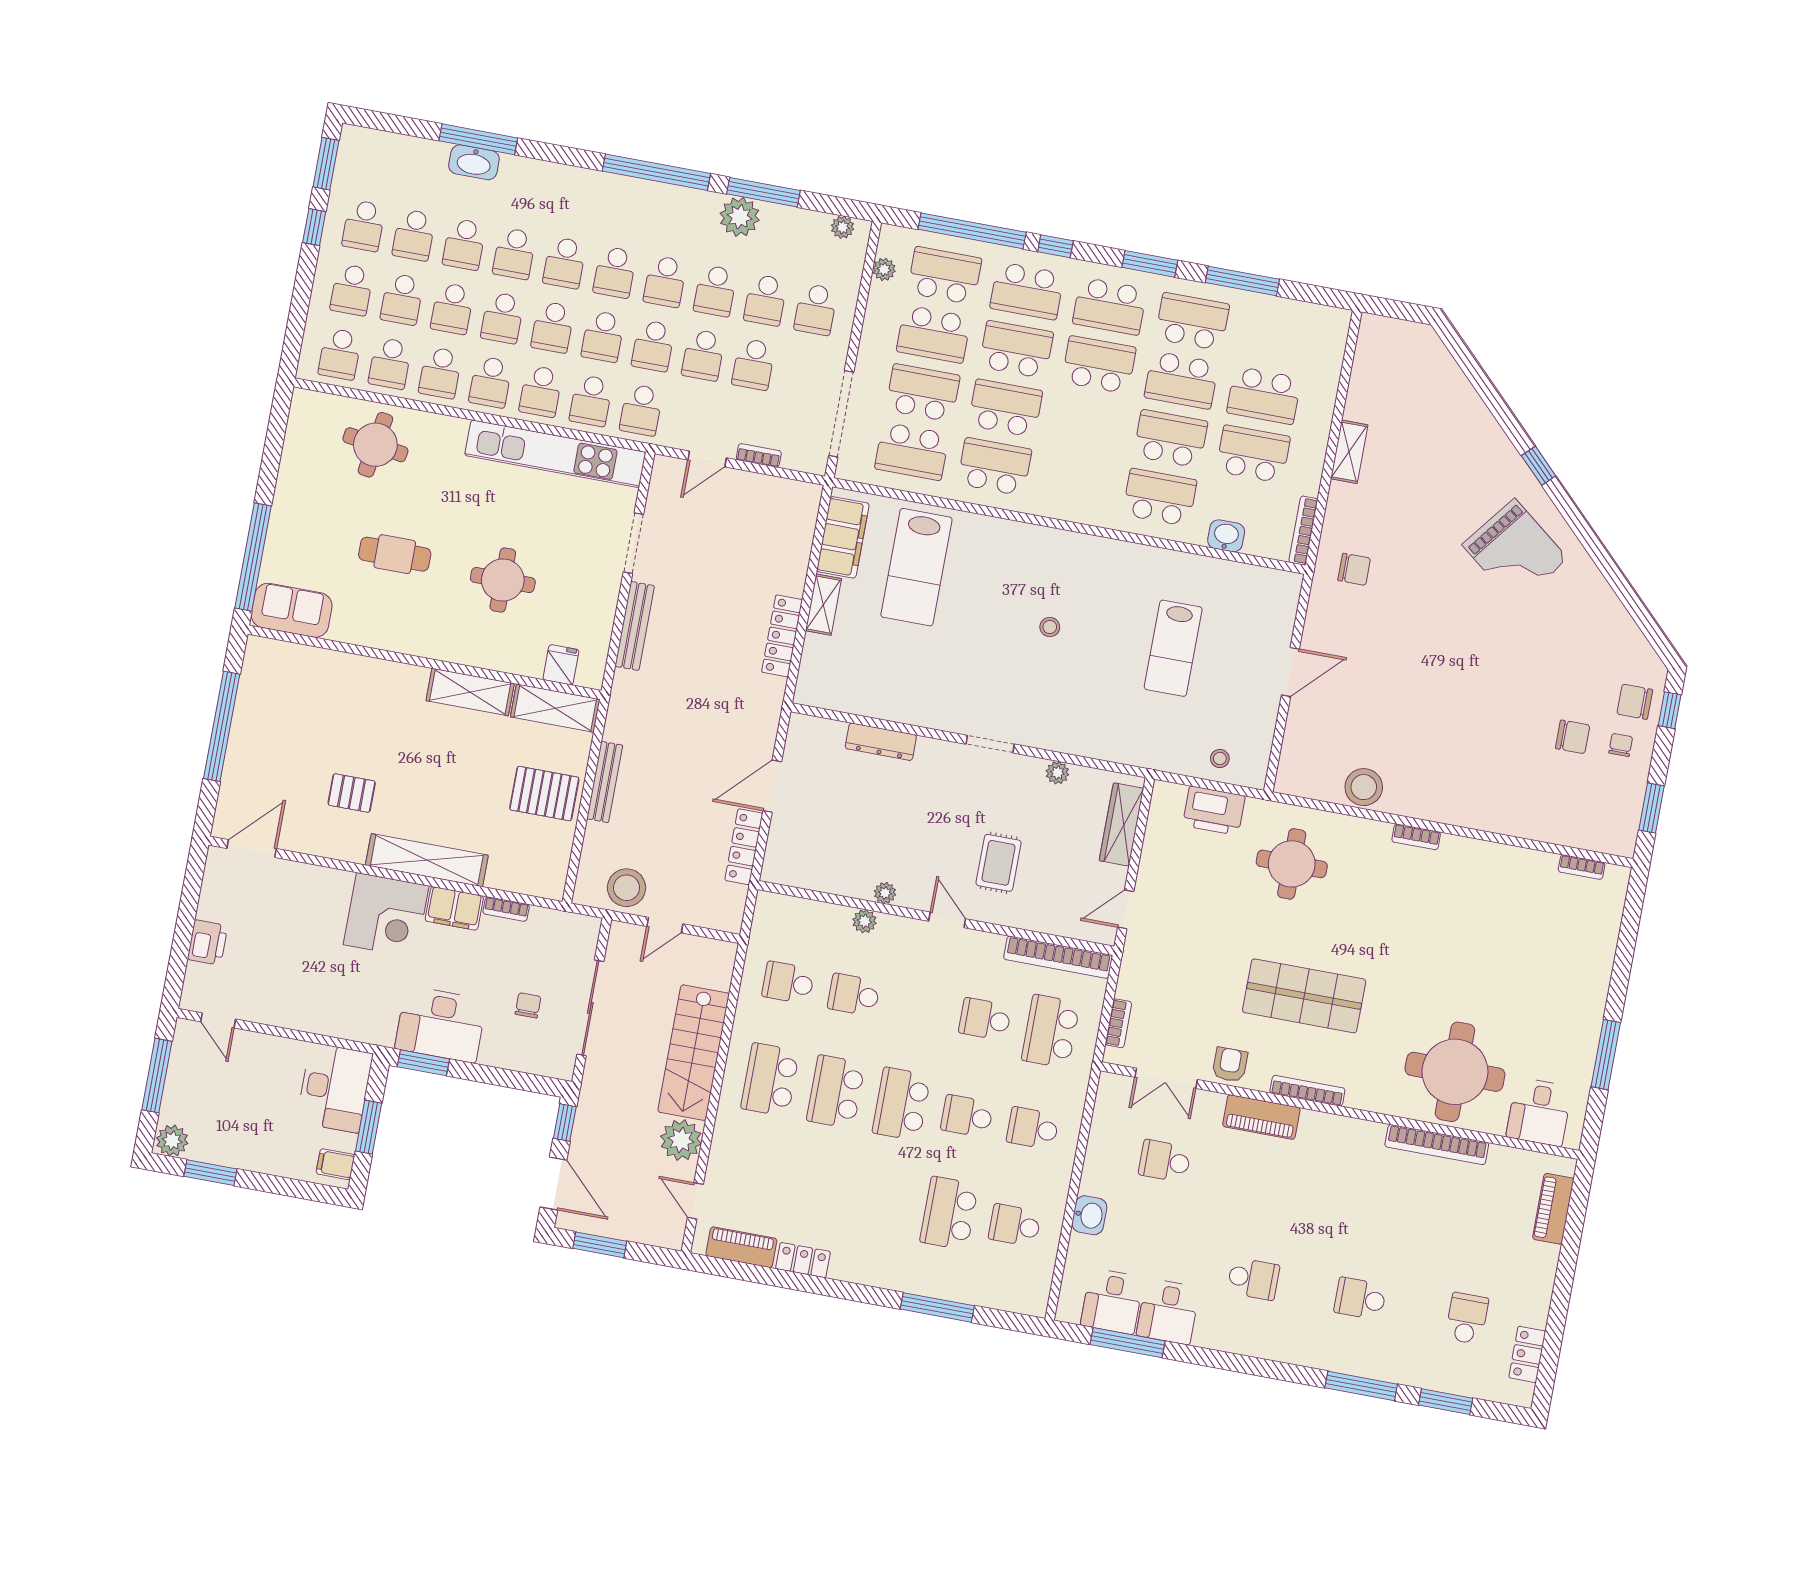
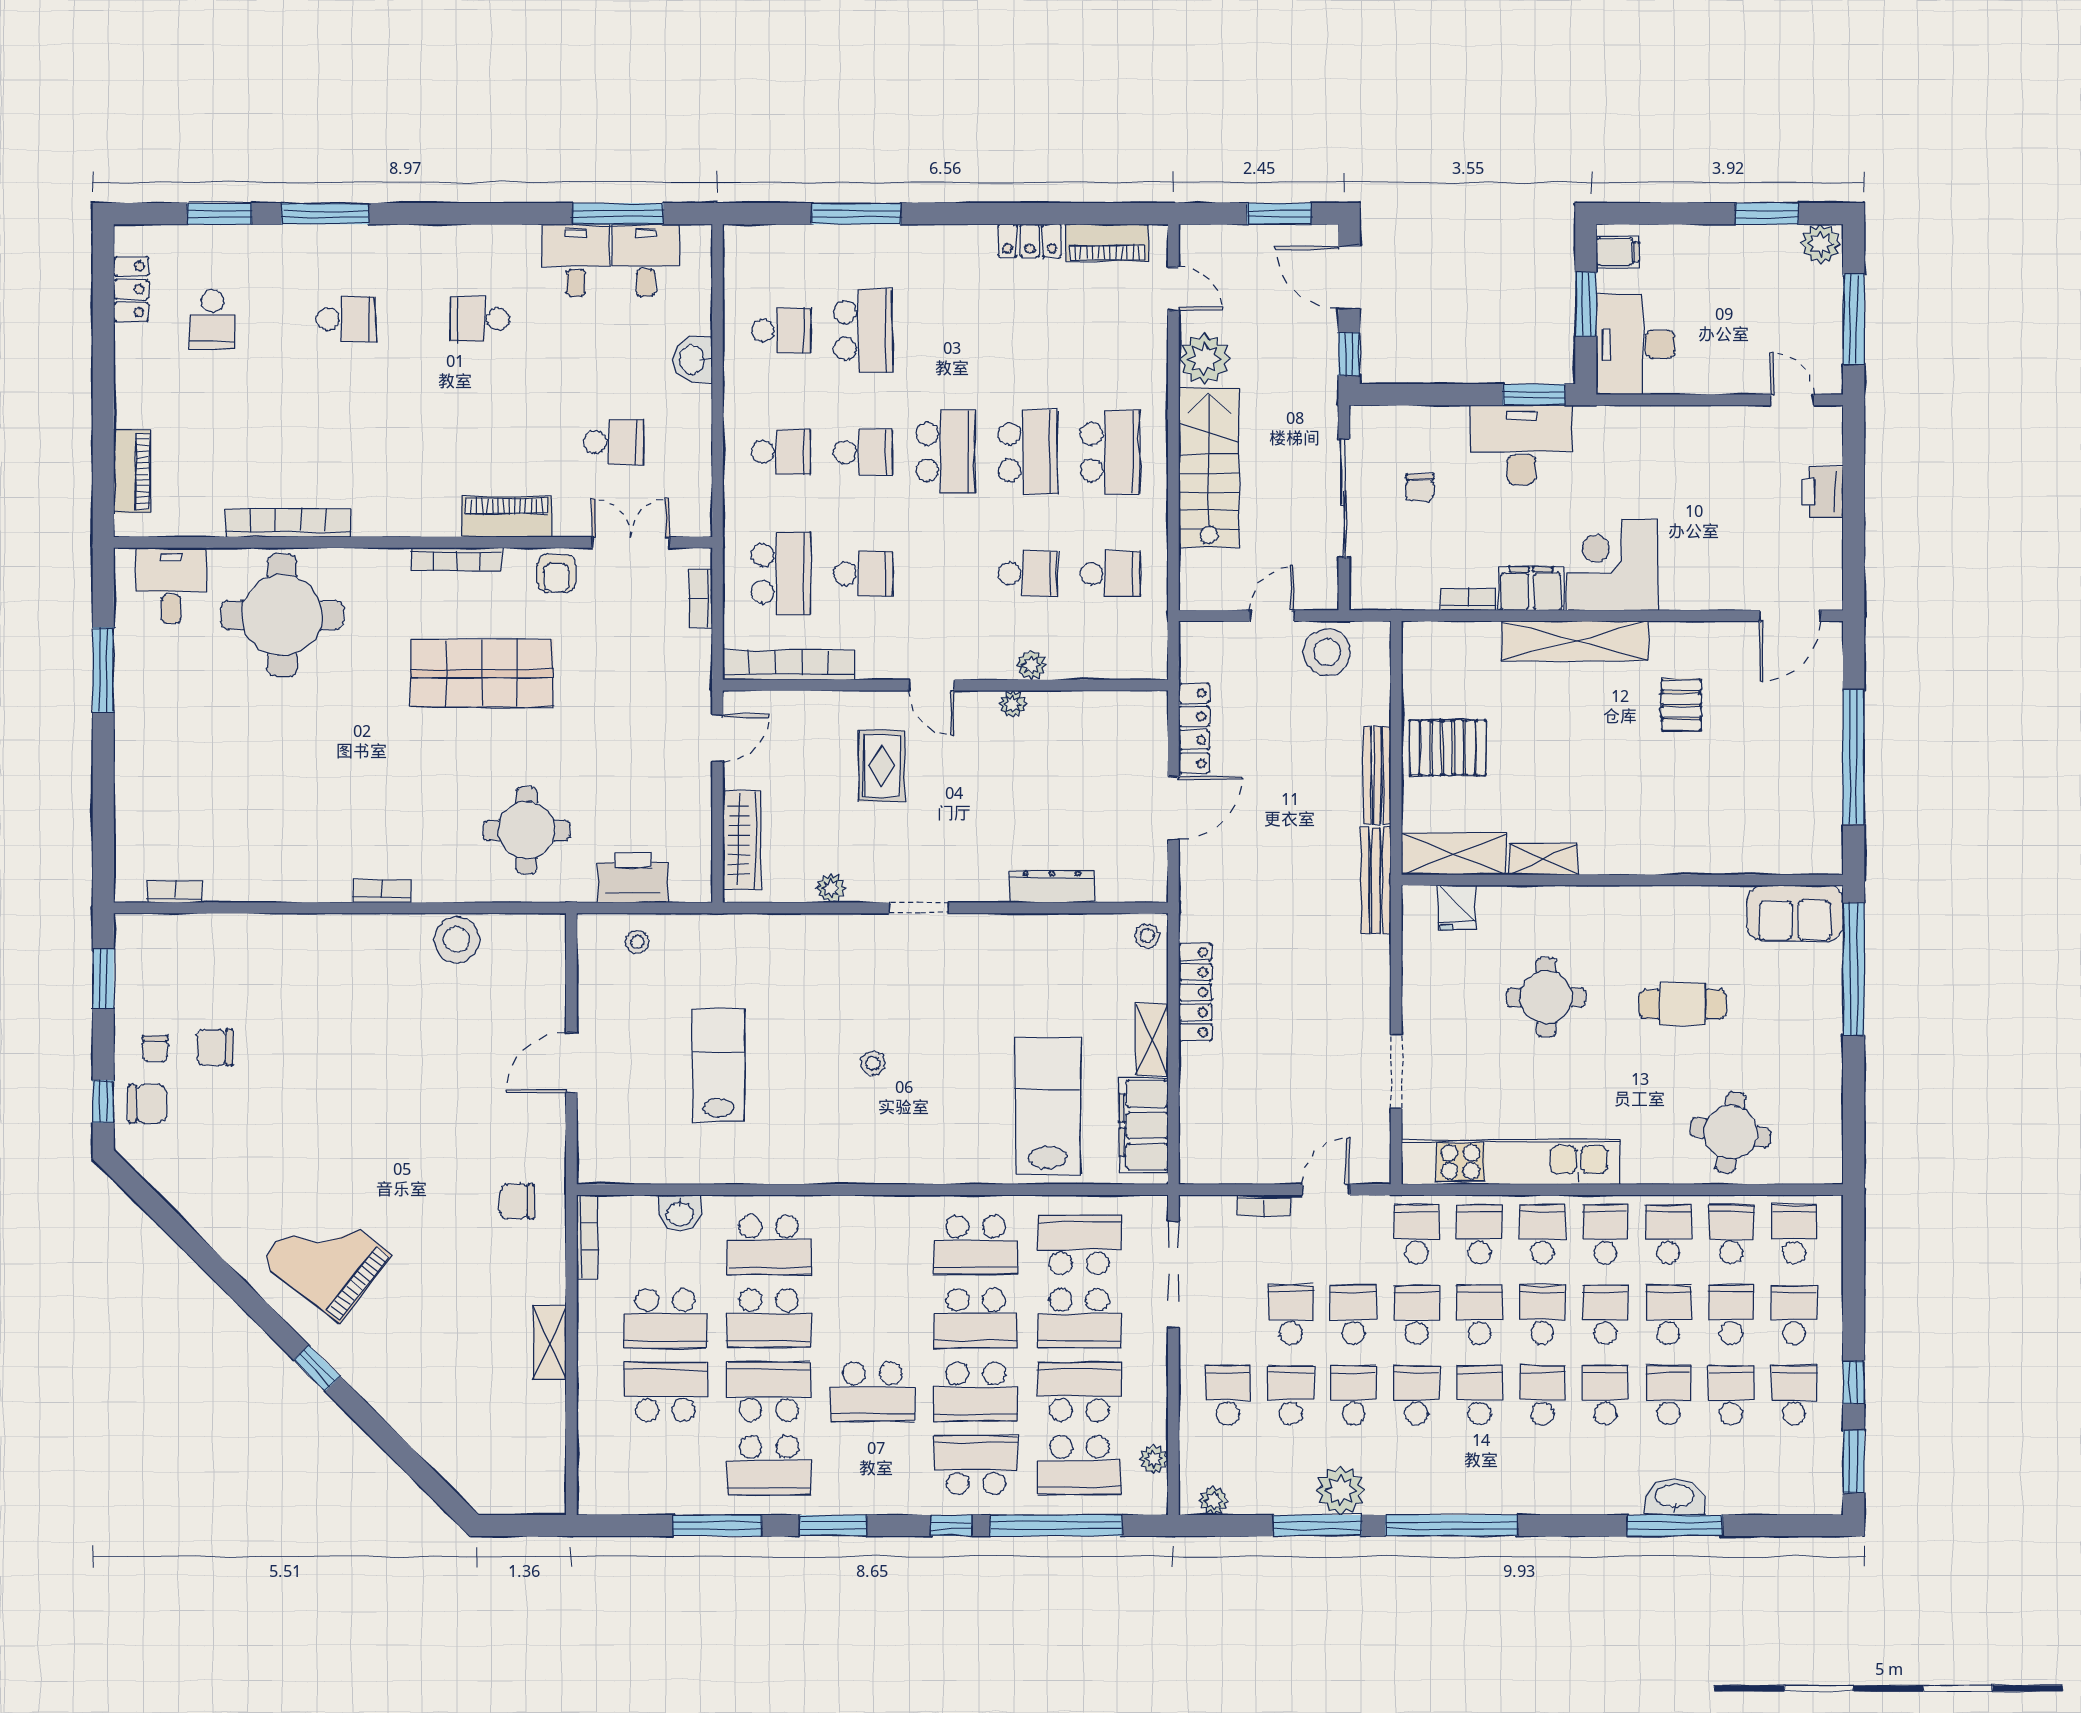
school desk: (1110, 306) -> (872, 1465), removed
bench: (635, 626) -> (1376, 880), moved
stool: (812, 688) -> (1147, 936), added
shelving: (470, 692) -> (1543, 859), width x0.67, depth x0.75
pallet: (352, 793) -> (1681, 705), turned 90

